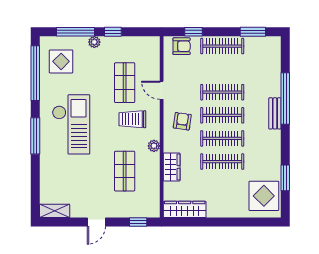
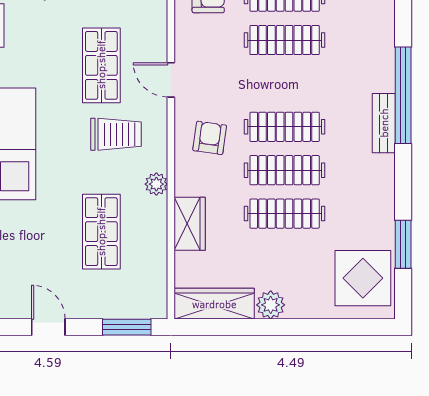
clothes rail: (222, 92) -> (285, 40), moved
trolley: (132, 119) -> (116, 134), turned 180
plant: (215, 210) -> (271, 305), added
door: (96, 222) -> (48, 327), swing flipped
window: (138, 222) -> (127, 327), width x1.50

